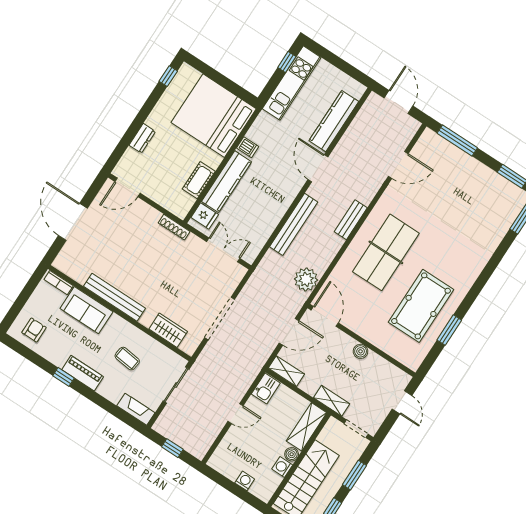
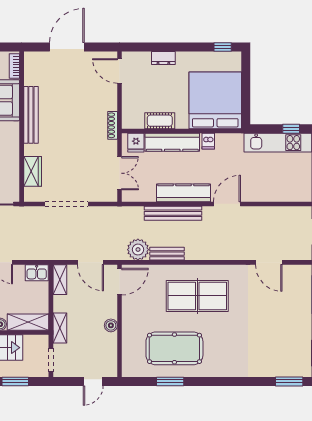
kitchen counter: (334, 121) -> (183, 193), moved
bench: (351, 220) -> (167, 254), moved

